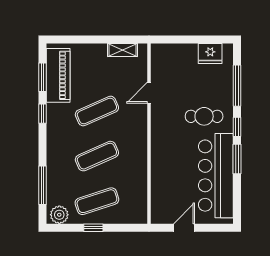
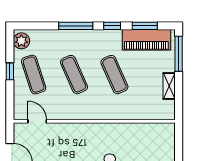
window: (74, 39) -> (179, 54), added
shelving: (122, 50) -> (169, 86), moved
door: (149, 93) -> (37, 121), moved
window: (42, 185) -> (76, 26), moved

